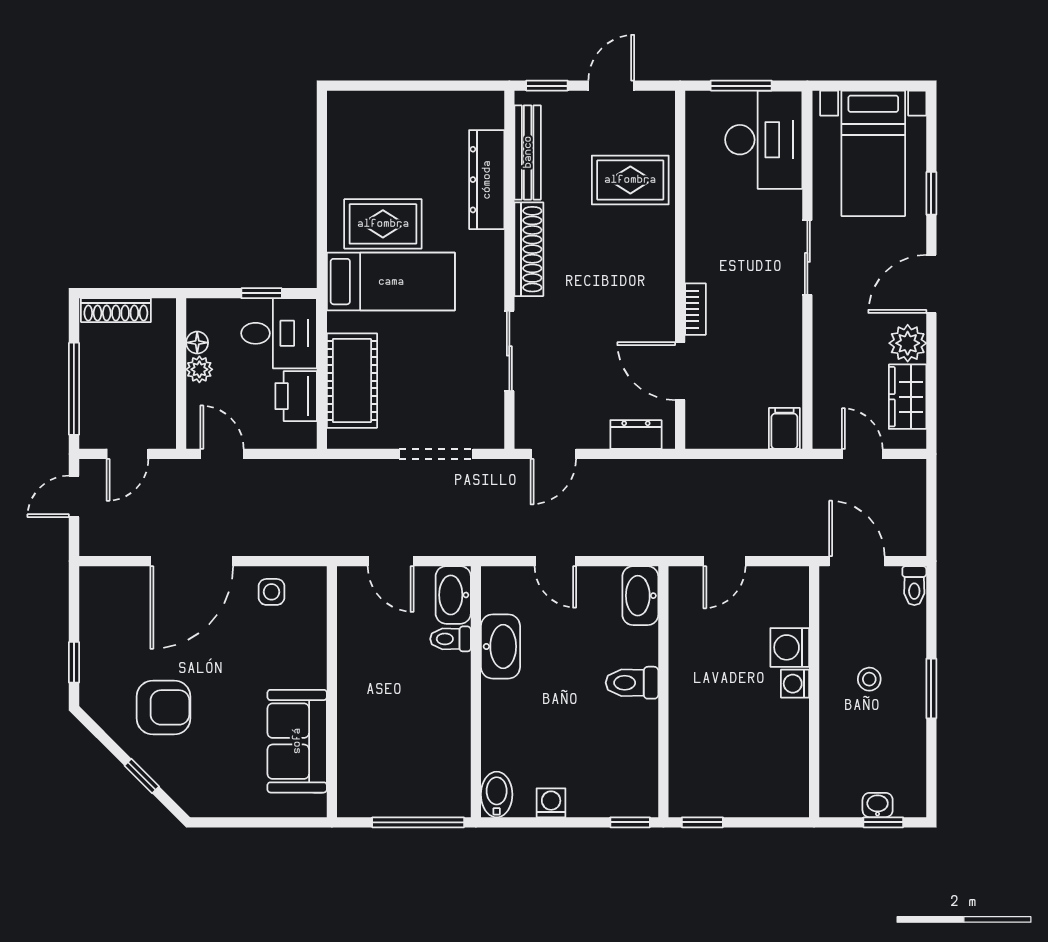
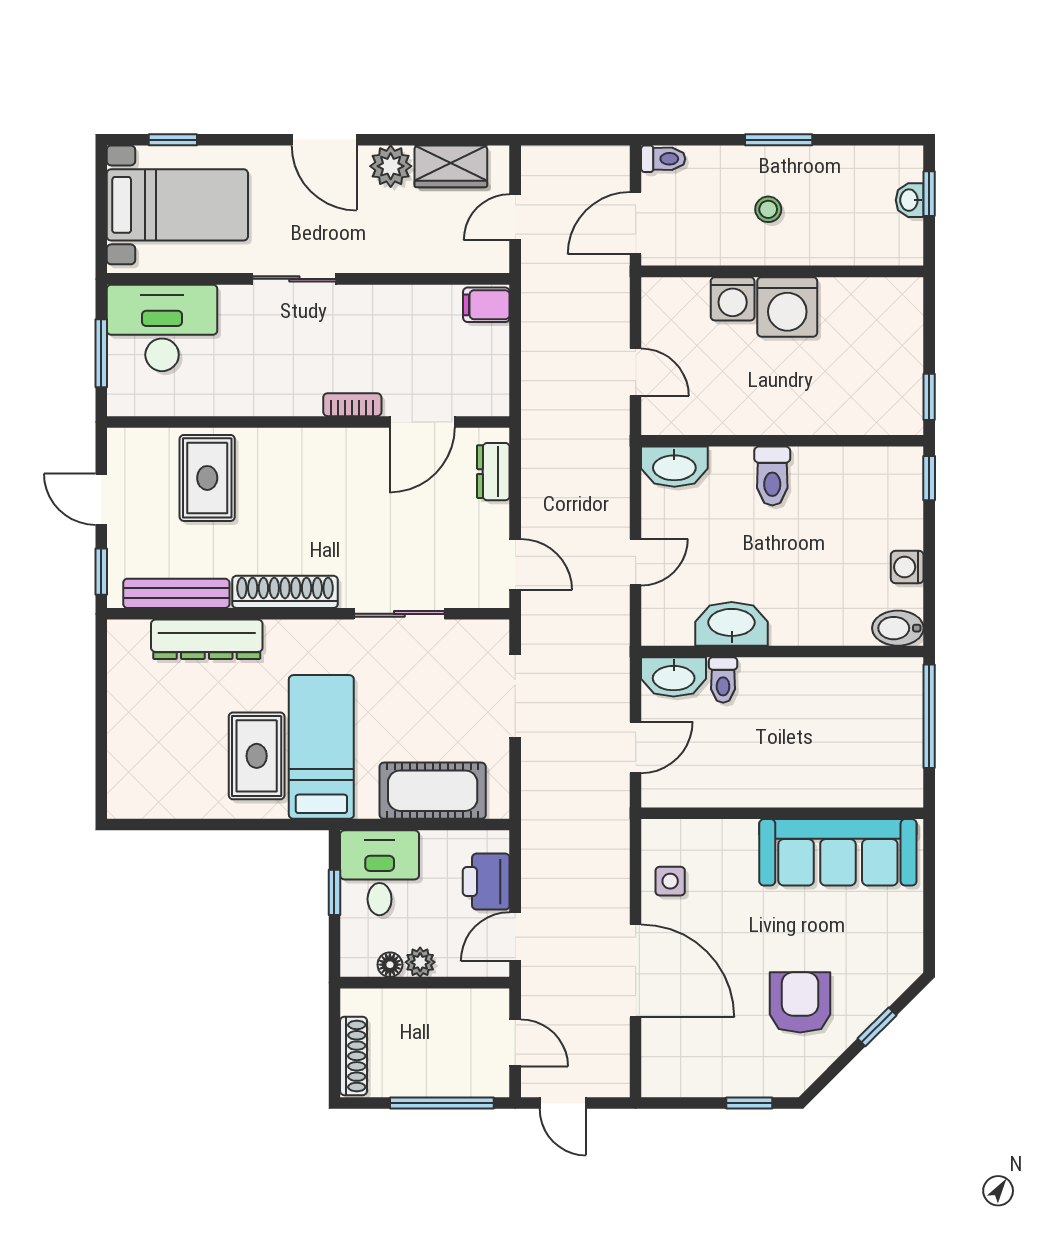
window: (931, 193) -> (173, 140), moved
printer: (296, 396) -> (486, 882), moved, turned 90
washing machine: (795, 684) -> (787, 307), width x1.89, depth x1.89
sofa: (297, 741) -> (838, 852), width x1.36

